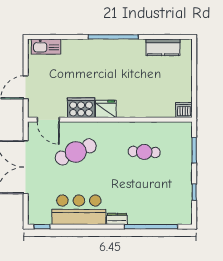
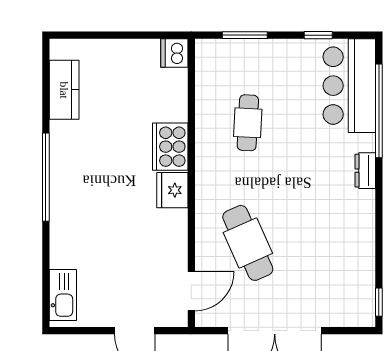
cooker: (81, 108) -> (170, 147), moved
bar counter: (79, 210) -> (349, 86), moved

